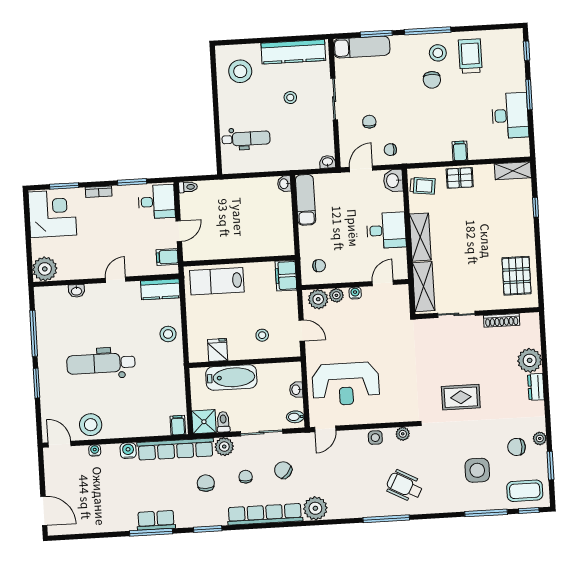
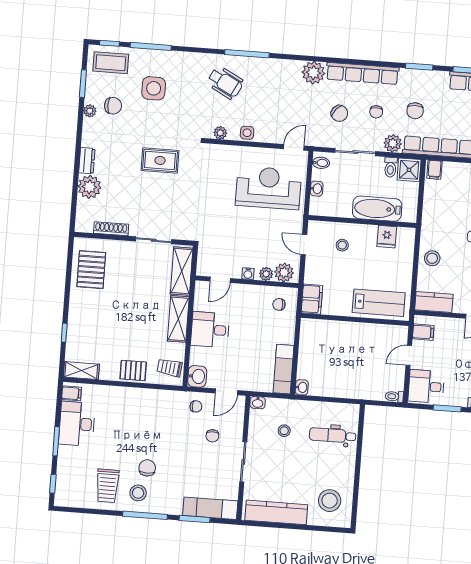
stool: (290, 98) -> (284, 431), moved
filing cabinet: (460, 151) -> (72, 393), moved, turned -90

